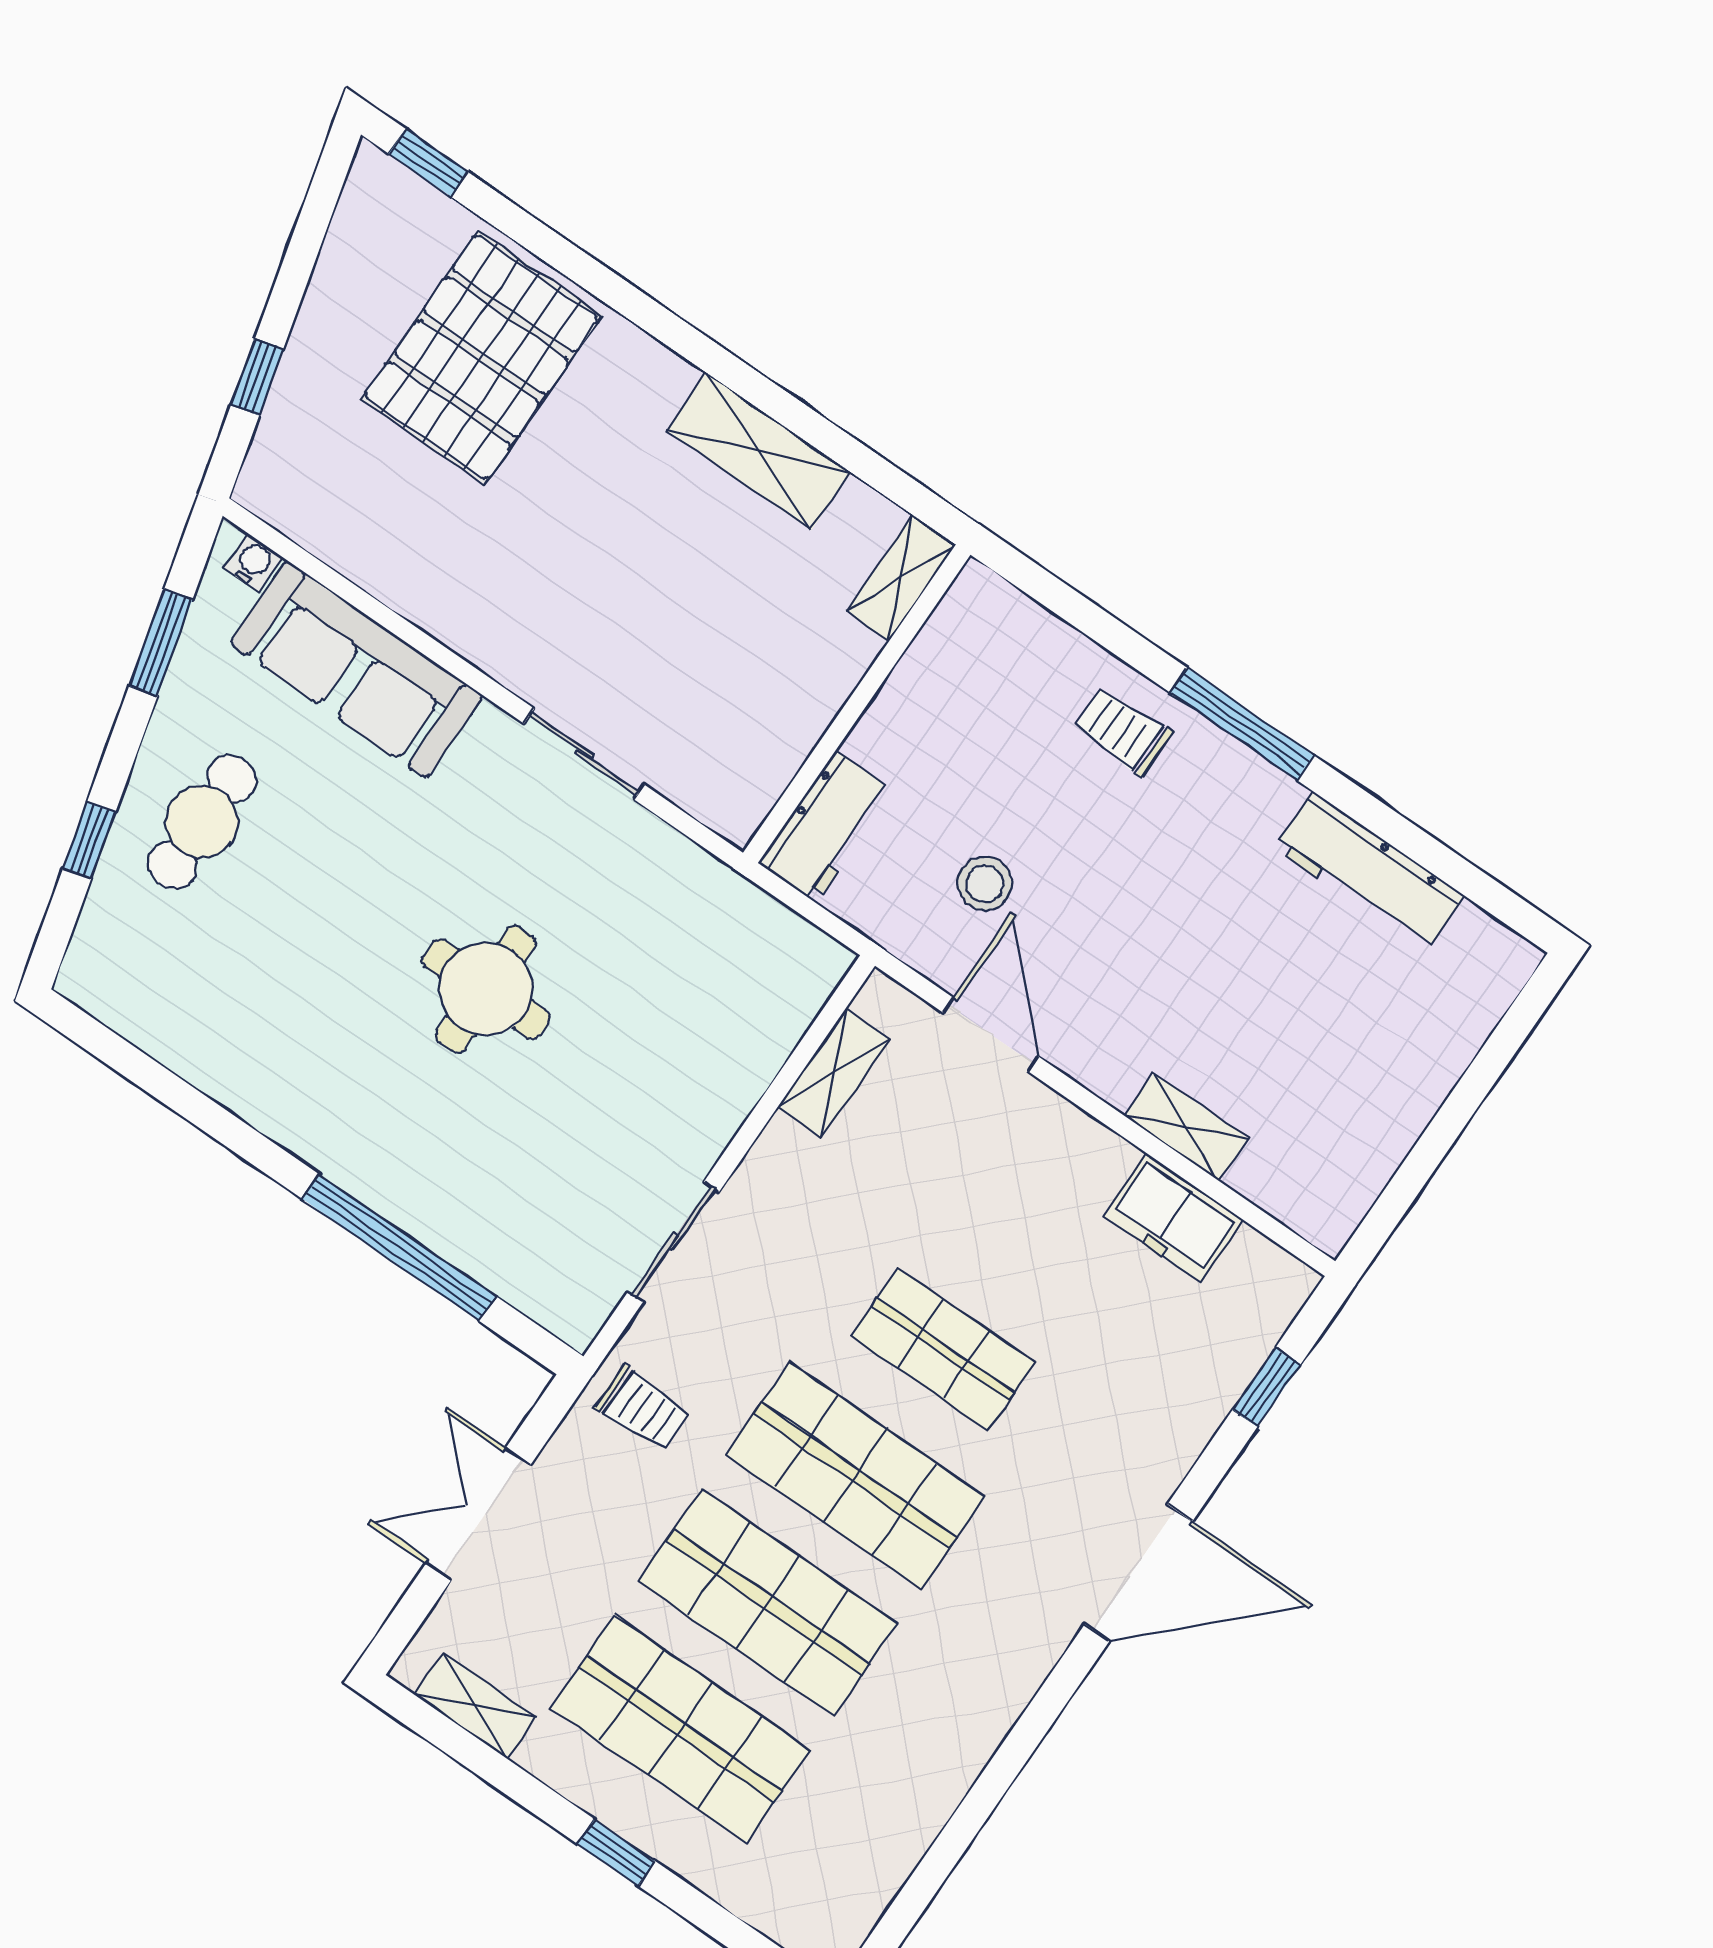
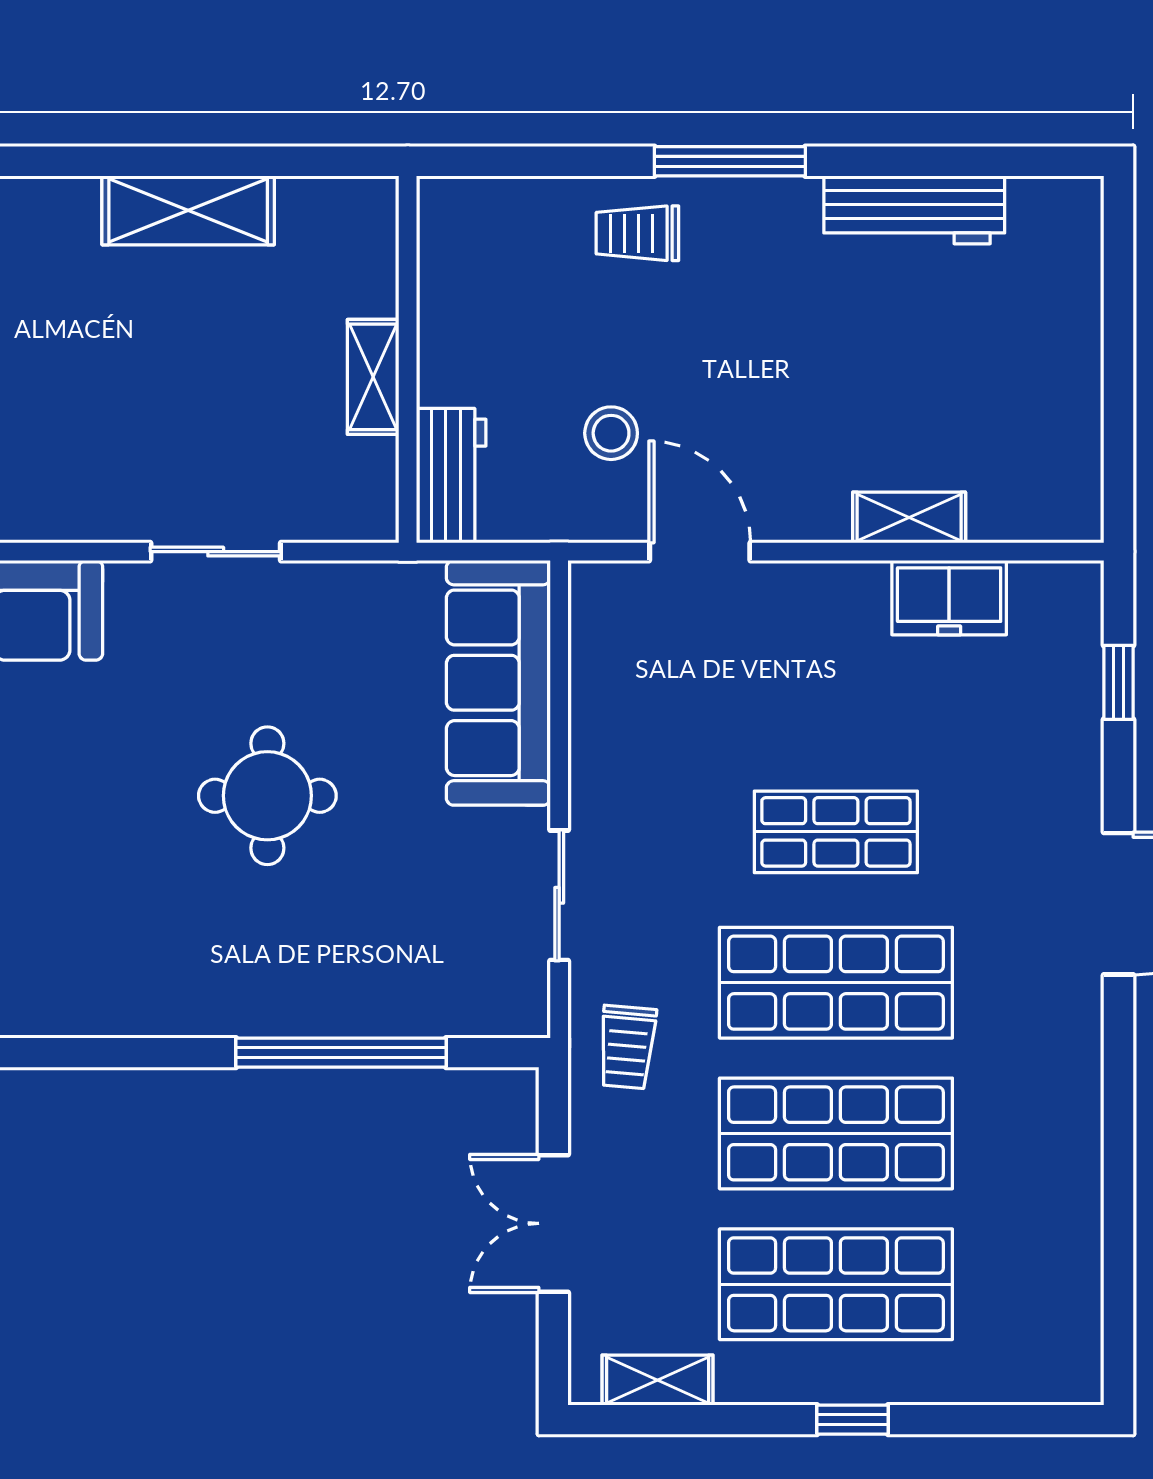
shelving: (901, 578) -> (373, 377), moved
sofa: (746, 1028) -> (498, 683), added
shelving: (834, 1073) -> (594, 670), removed
trolley: (642, 1409) -> (627, 1047), turned 95

